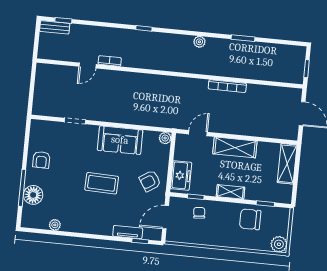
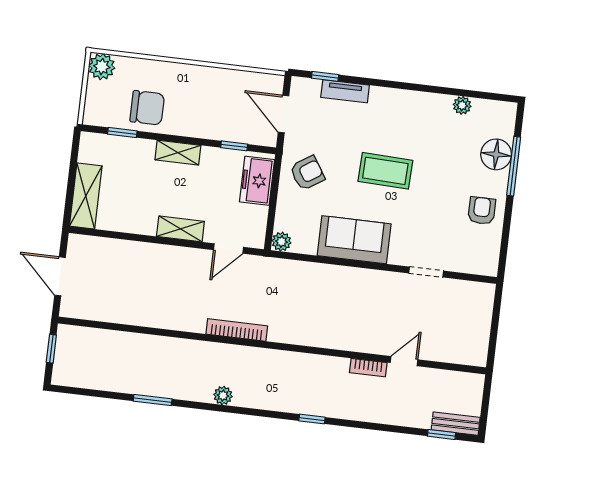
bookcase: (227, 86) -> (237, 330), moved
shelving: (235, 147) -> (180, 229), width x0.67, depth x0.75
chair: (199, 213) -> (229, 120), removed
door: (166, 217) -> (284, 114), swing flipped

